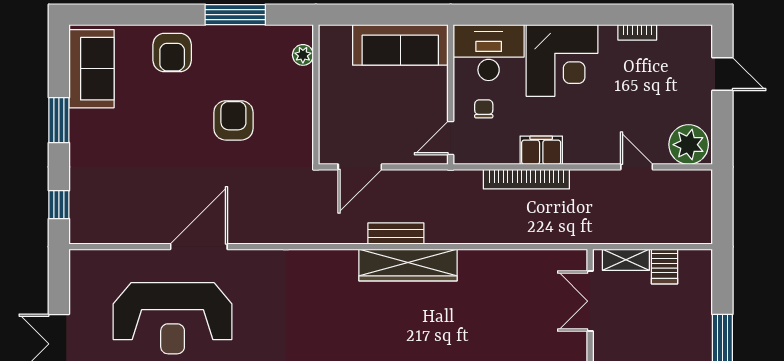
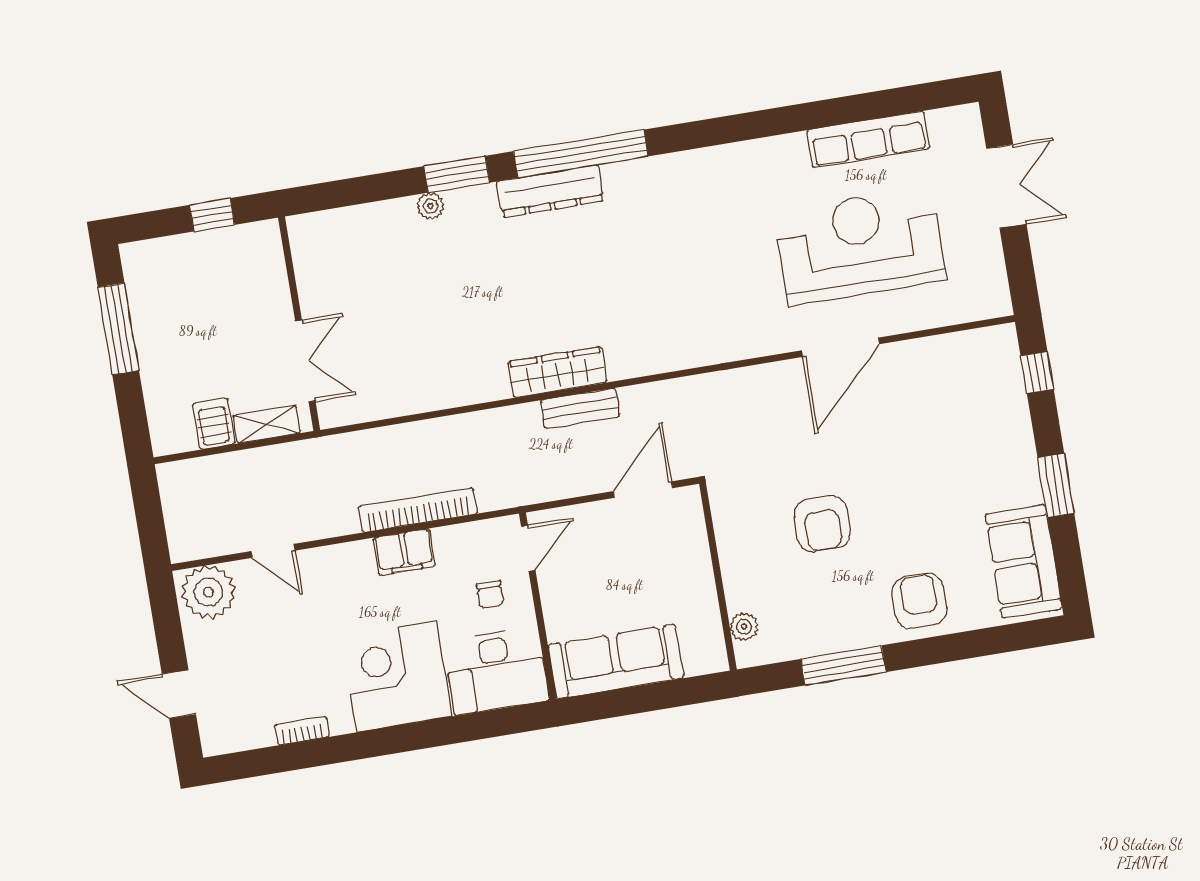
wardrobe: (408, 265) -> (557, 372), width x0.71, depth x0.85

